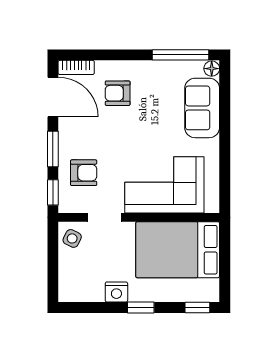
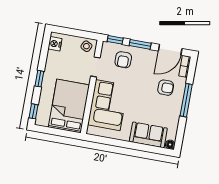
window: (180, 55) -> (186, 100), moved
armchair: (118, 93) -> (166, 88), turned 90
nightstand: (116, 292) -> (55, 44), moved

